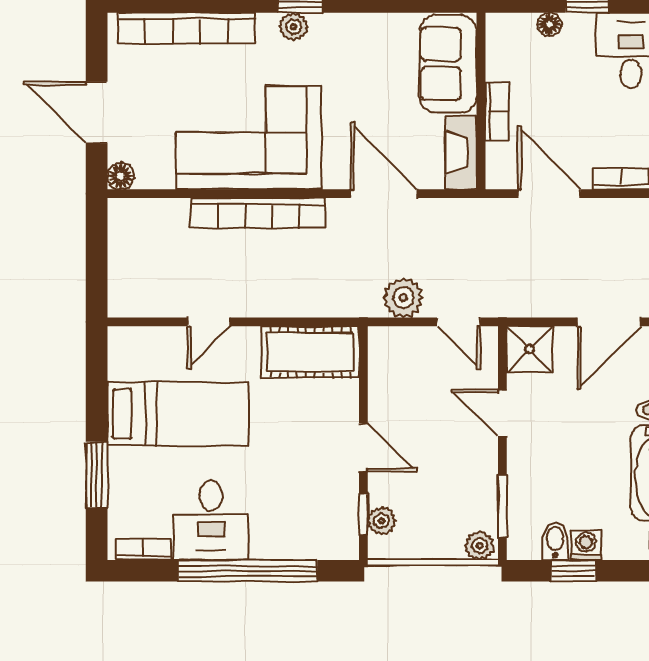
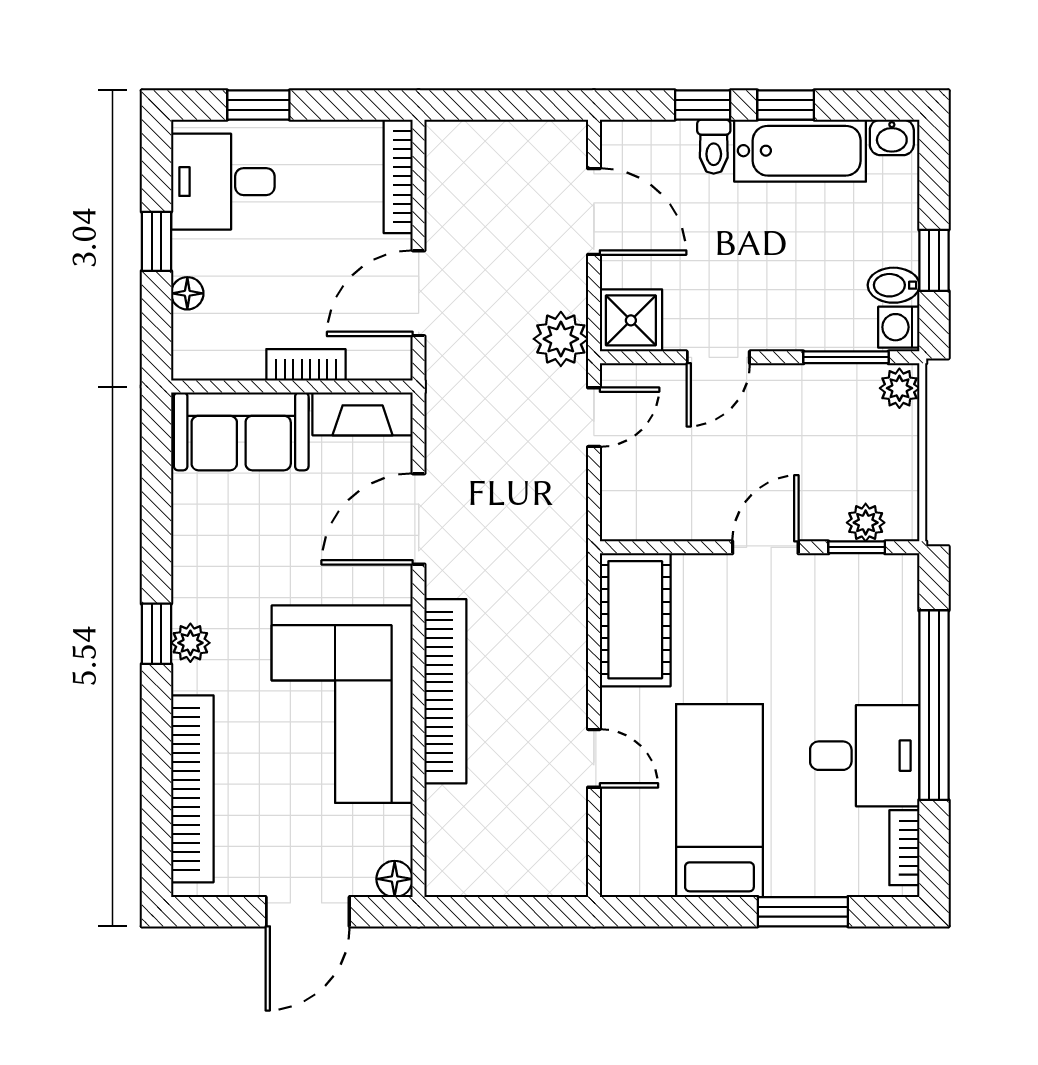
plant: (403, 298) -> (561, 339), moved
washing machine: (586, 545) -> (899, 327), moved

